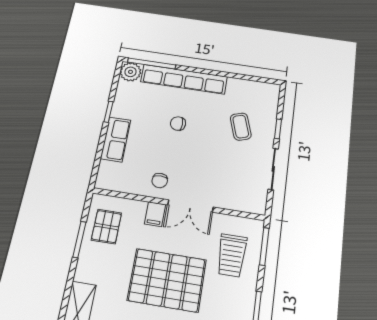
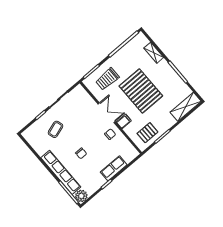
trolley: (232, 255) -> (107, 79), turned 180

